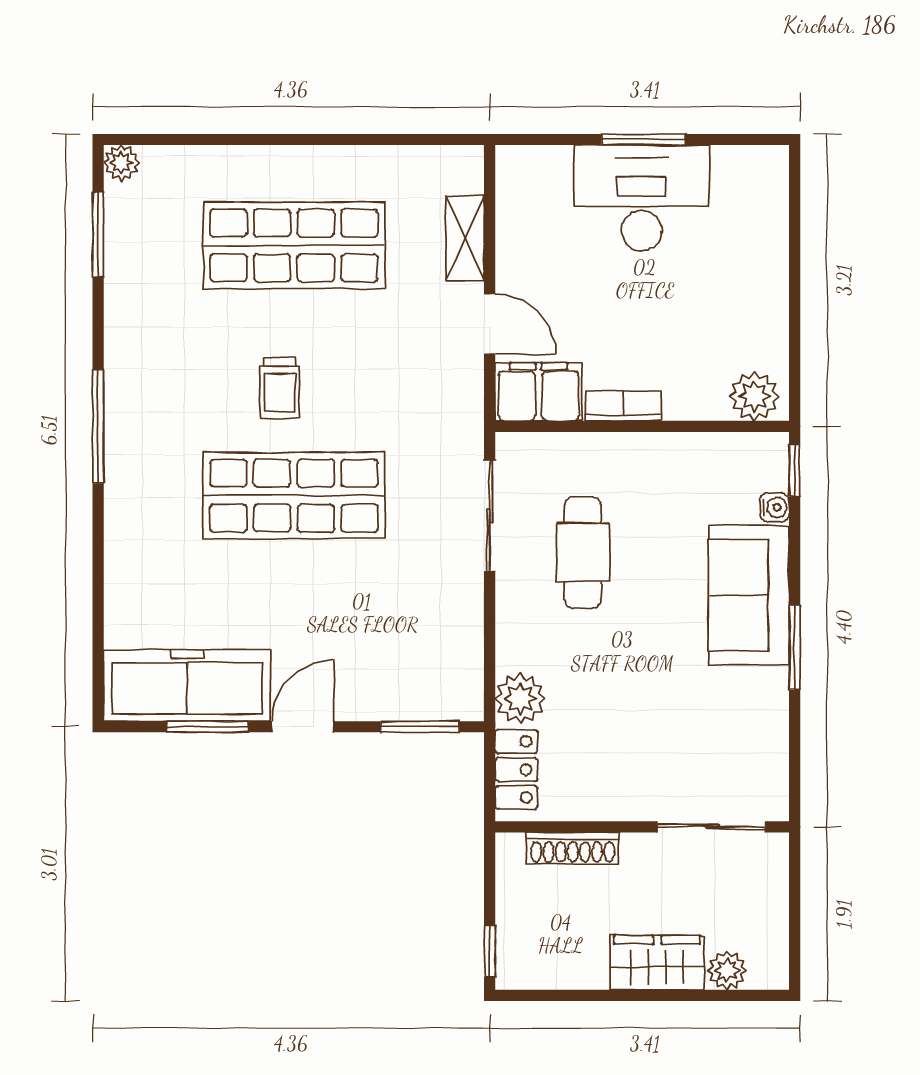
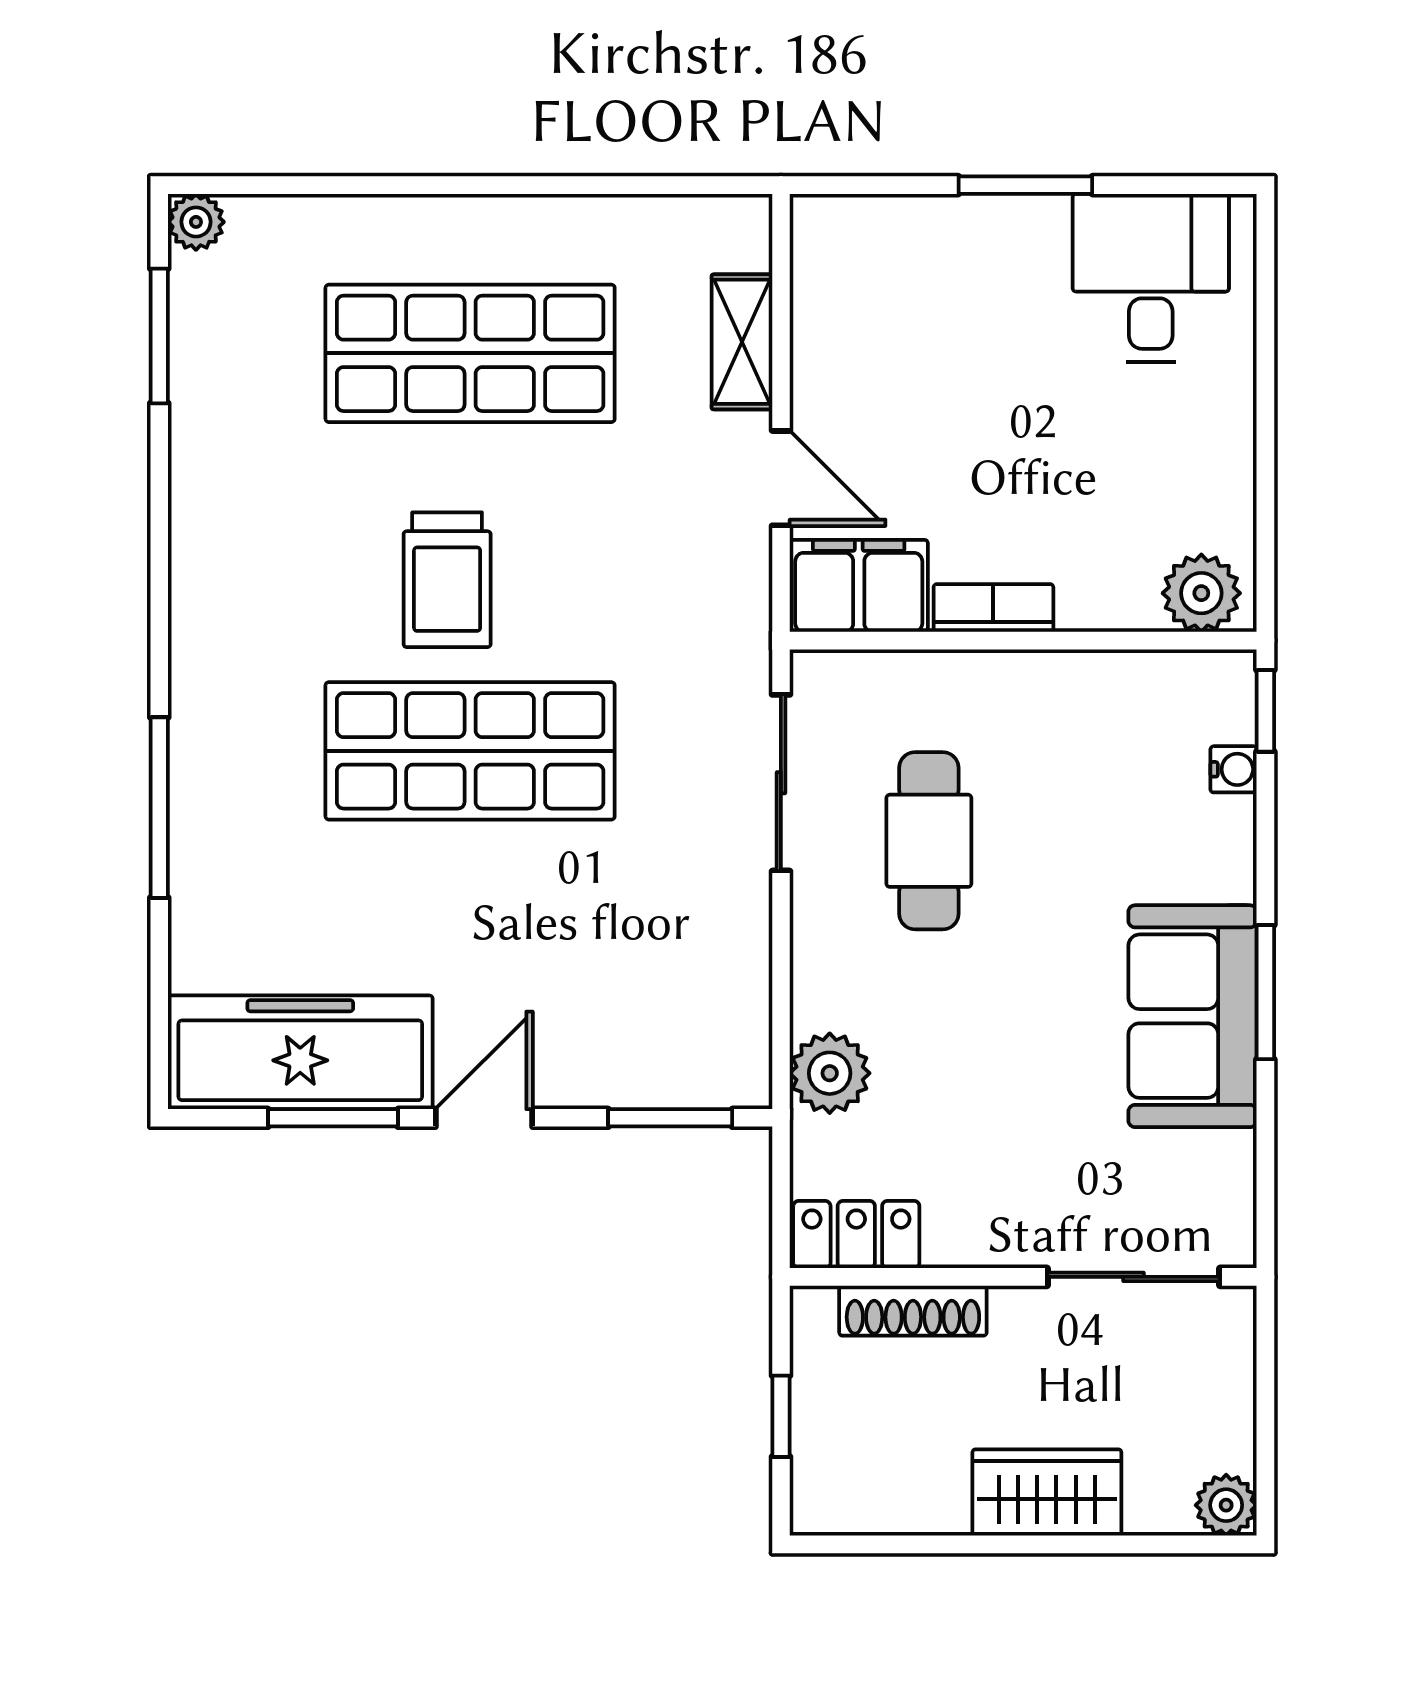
desk: (642, 198) -> (1151, 278), moved, width x0.73
trolley: (279, 388) -> (447, 580), width x1.36, depth x1.39
window: (98, 427) -> (159, 808), moved
sofa: (749, 595) -> (1193, 1016), moved
locker: (516, 769) -> (856, 1235), moved, turned -90
window: (490, 951) -> (781, 1416), moved
plant: (727, 971) -> (1226, 1505), moved

